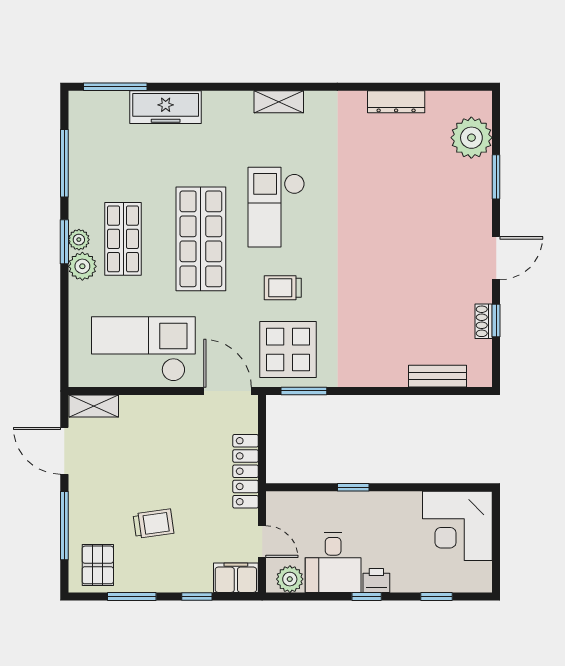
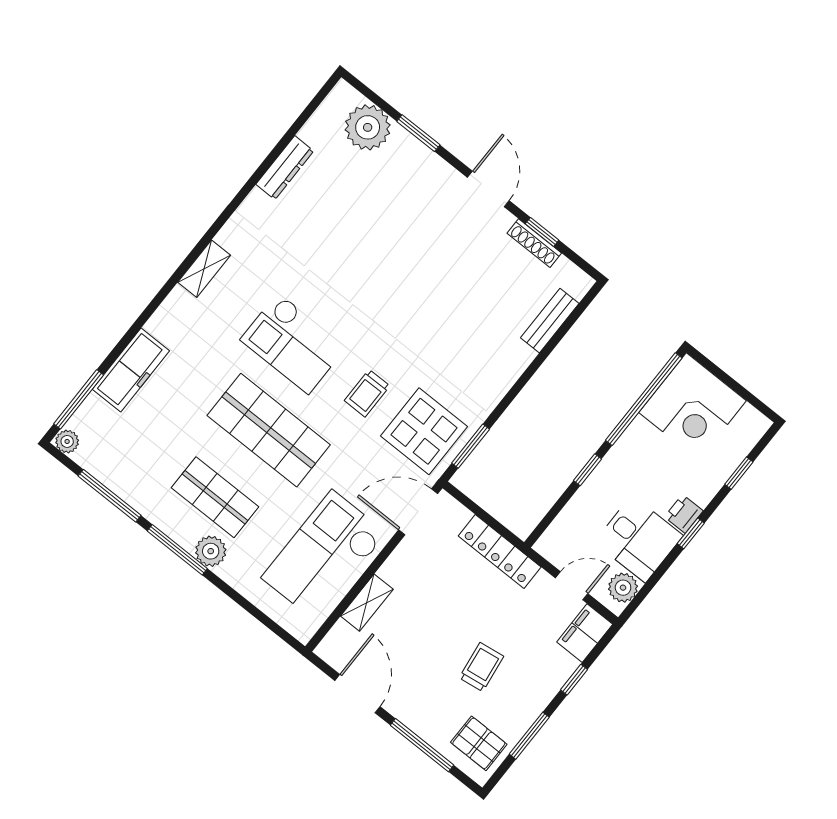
plant: (79, 240) -> (67, 441), moved
window: (64, 242) -> (177, 550), width x1.44
shoe rack: (484, 321) -> (534, 243), width x1.43
shelving: (94, 406) -> (367, 603), moved
door: (64, 451) -> (357, 694), swing flipped
window: (435, 487) -> (644, 399), added

